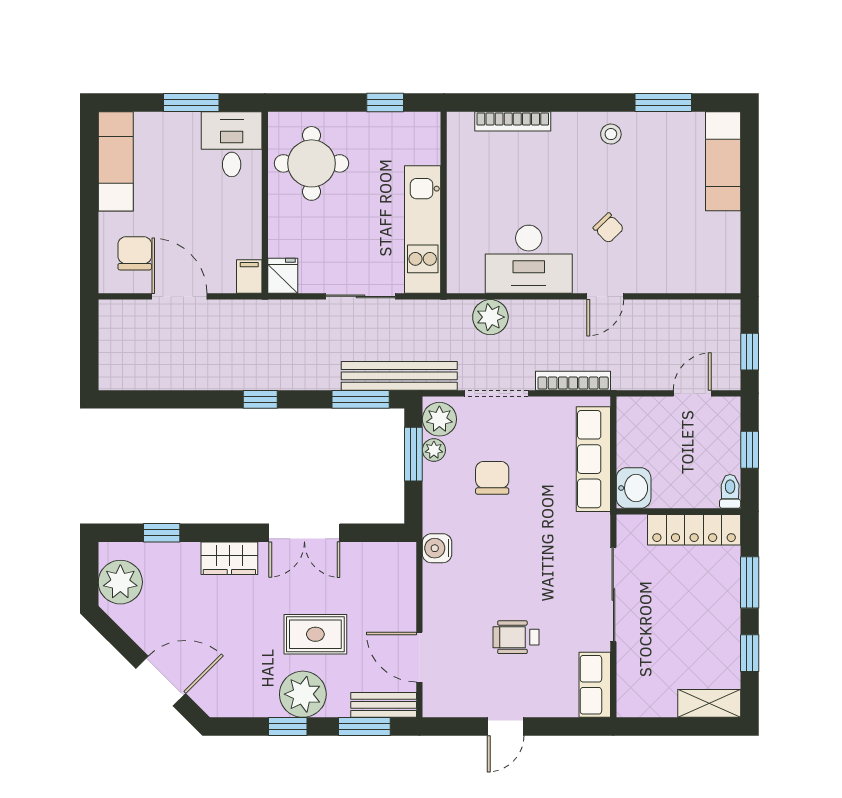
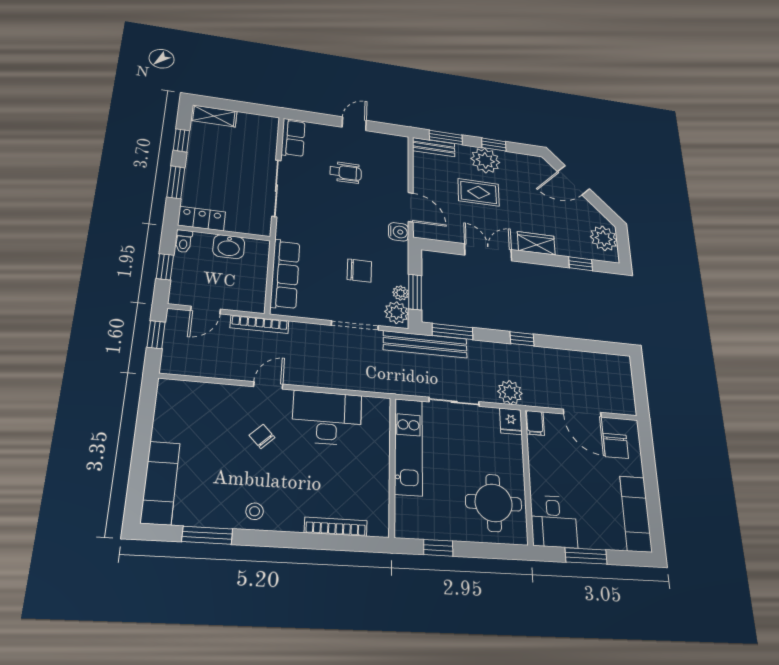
plant: (490, 317) -> (510, 392), moved
bookcase: (573, 381) -> (260, 324), moved
chair: (492, 478) -> (359, 271), turned -90
washbasin: (634, 488) -> (229, 247), moved, turned -90
locker: (694, 530) -> (202, 219), width x0.66
door: (419, 657) -> (411, 207), moved

